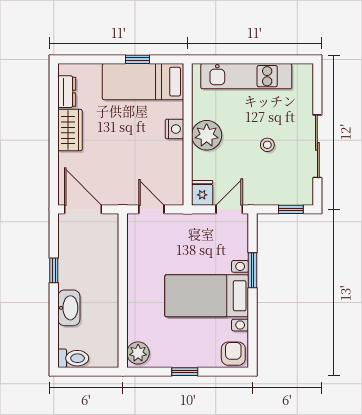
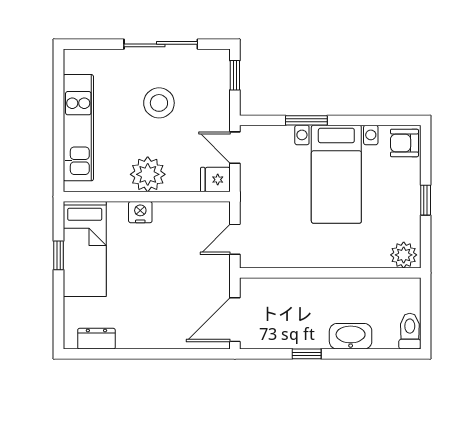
wardrobe: (70, 130) -> (142, 335), removed
stool: (267, 145) -> (159, 103), width x1.89, depth x1.89

